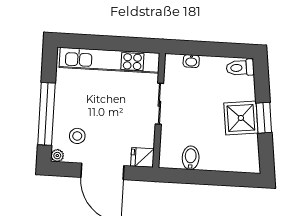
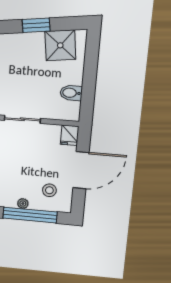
shower: (241, 118) -> (60, 45), moved
plant: (57, 156) -> (23, 204), moved

